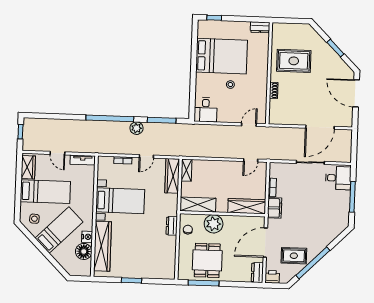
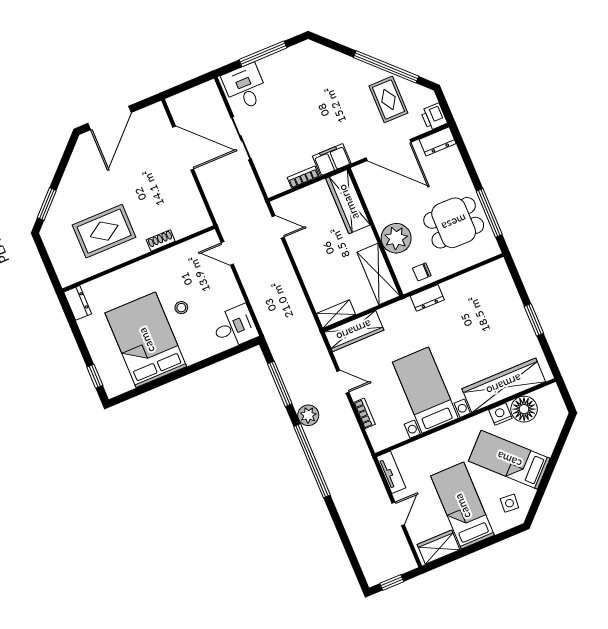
window: (335, 48) -> (47, 204), moved
rug: (294, 61) -> (104, 231), turned 90

